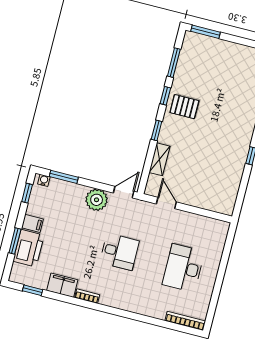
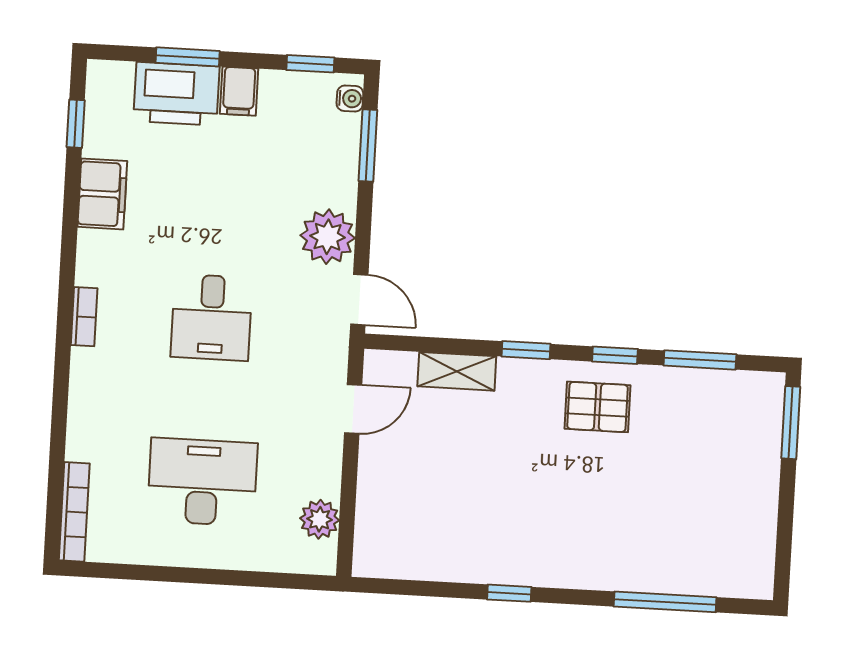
pallet: (184, 107) -> (598, 407), turned 90
plant: (207, 225) -> (320, 519), added
bookcase: (87, 296) -> (84, 317), moved

